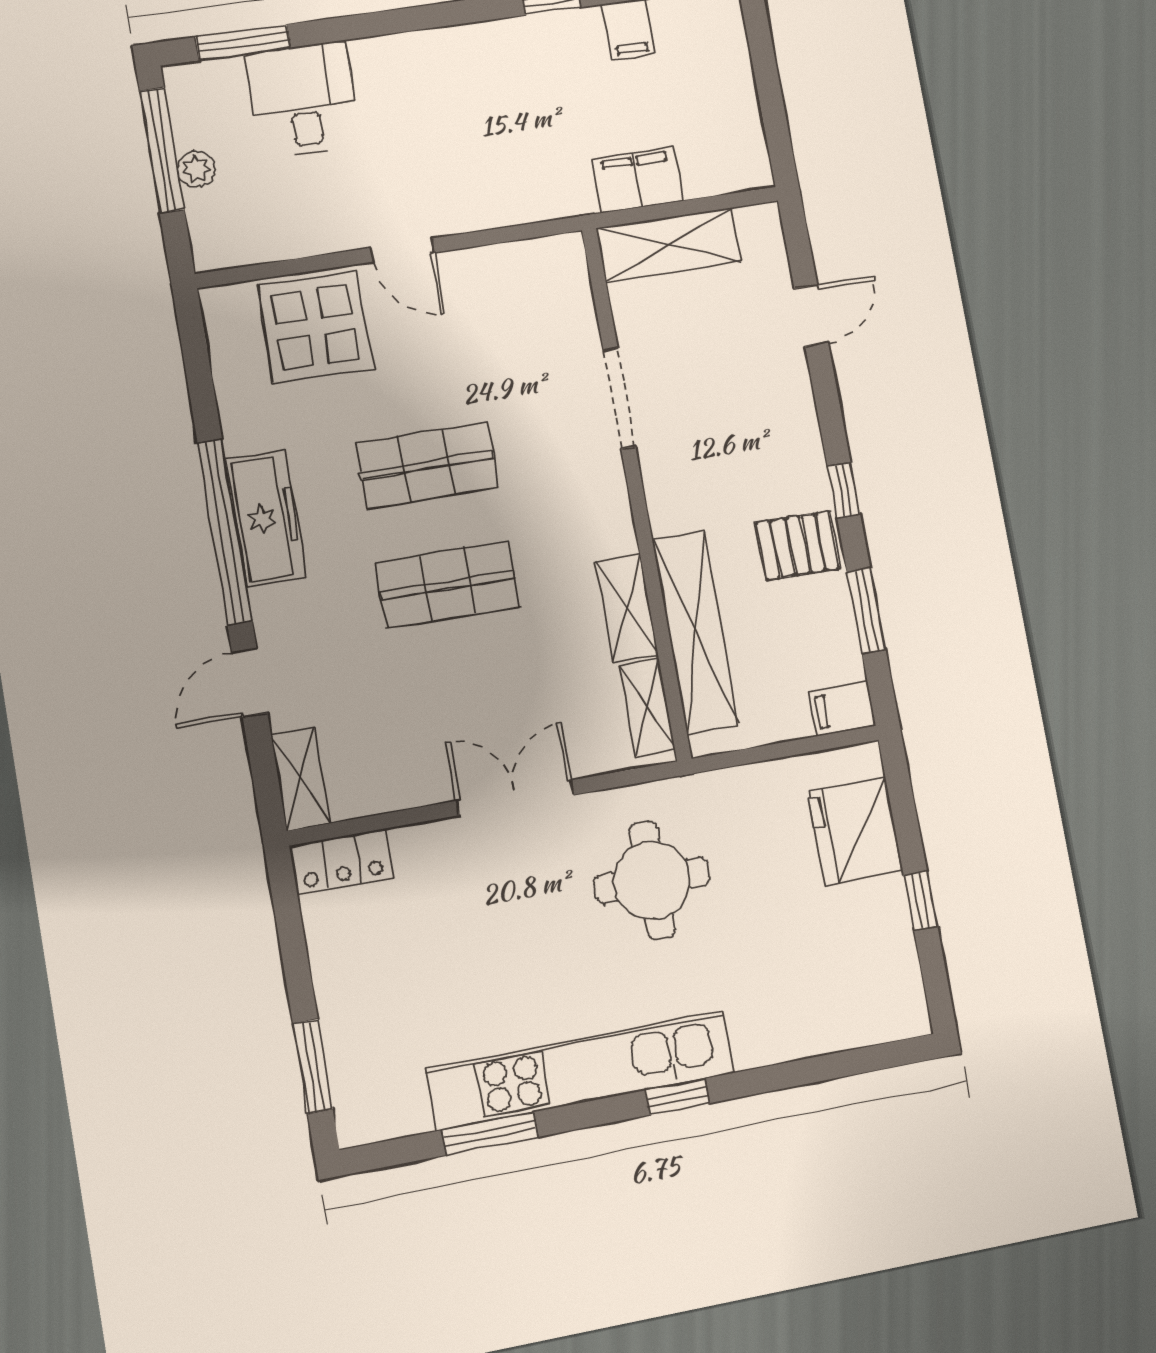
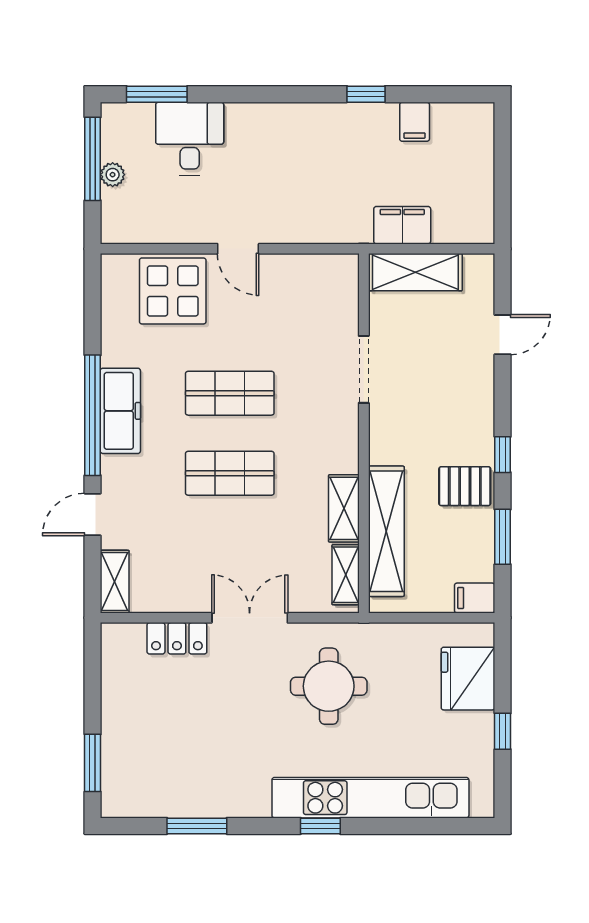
locker: (341, 861) -> (177, 638), moved
kitchen unit: (581, 1070) -> (370, 798), moved

